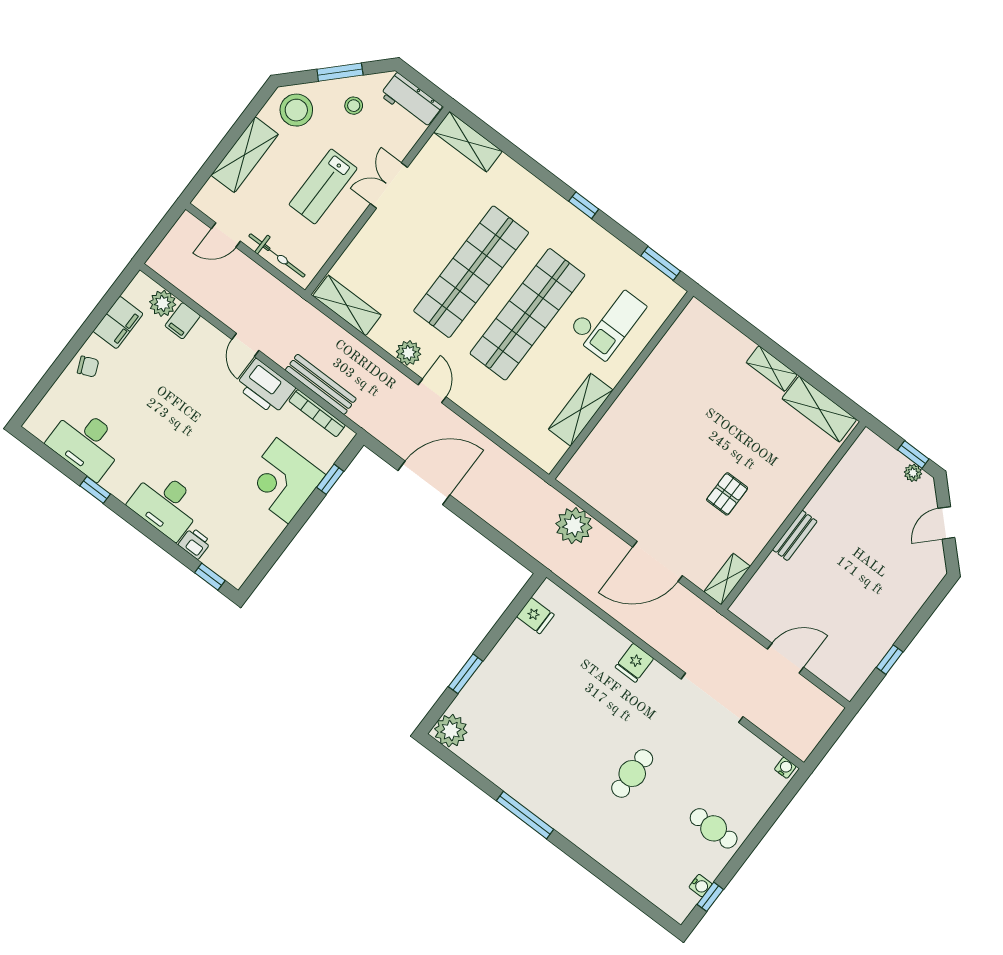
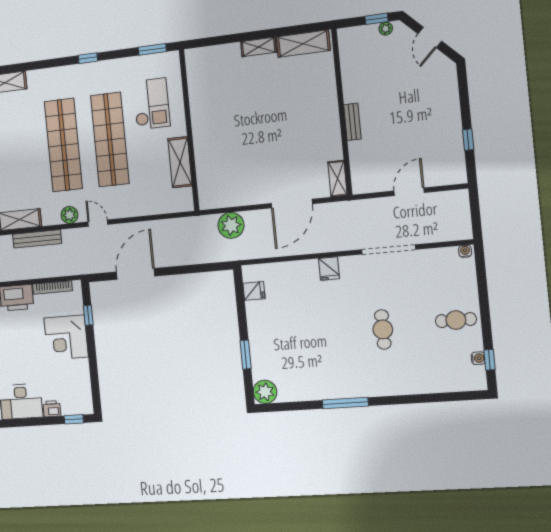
bench: (321, 384) -> (37, 239), moved
pallet: (727, 494) -> (296, 134), removed

